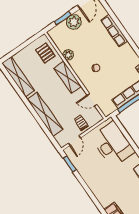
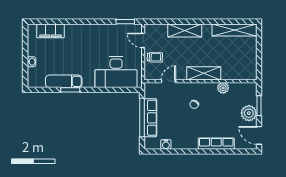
pallet: (45, 53) -> (239, 69), removed
shelving: (45, 114) -> (185, 31), width x0.68

